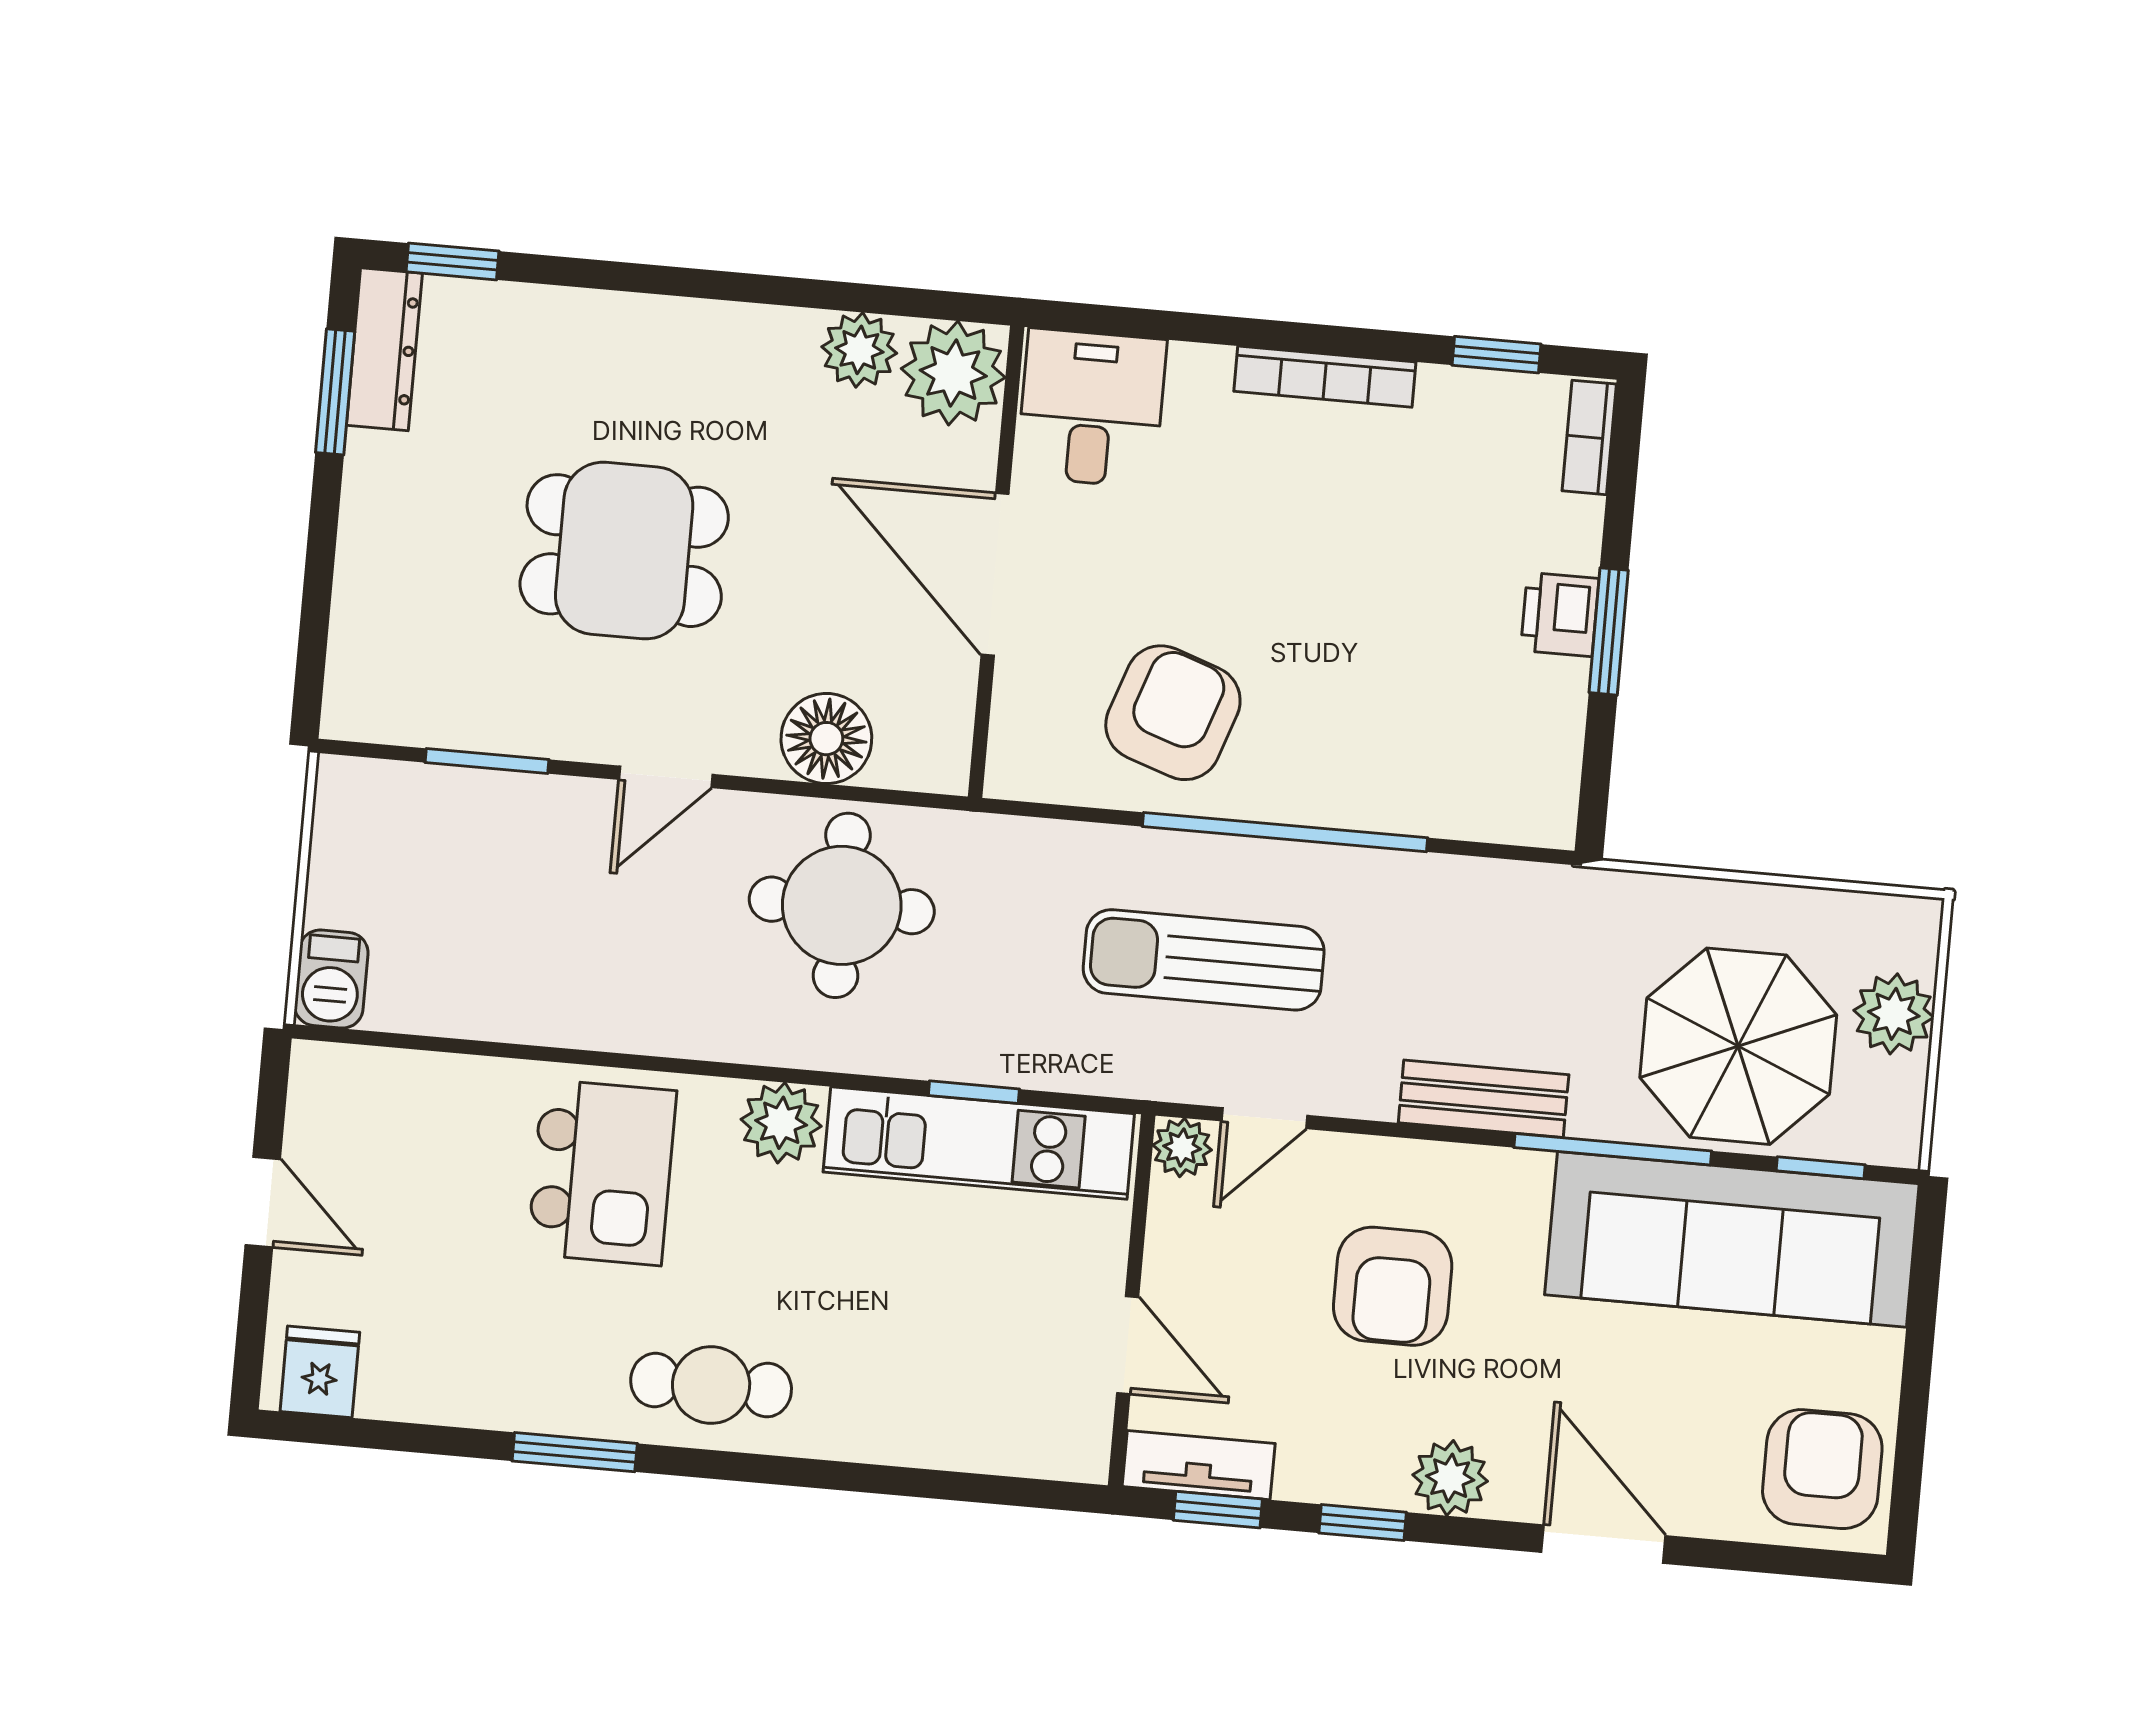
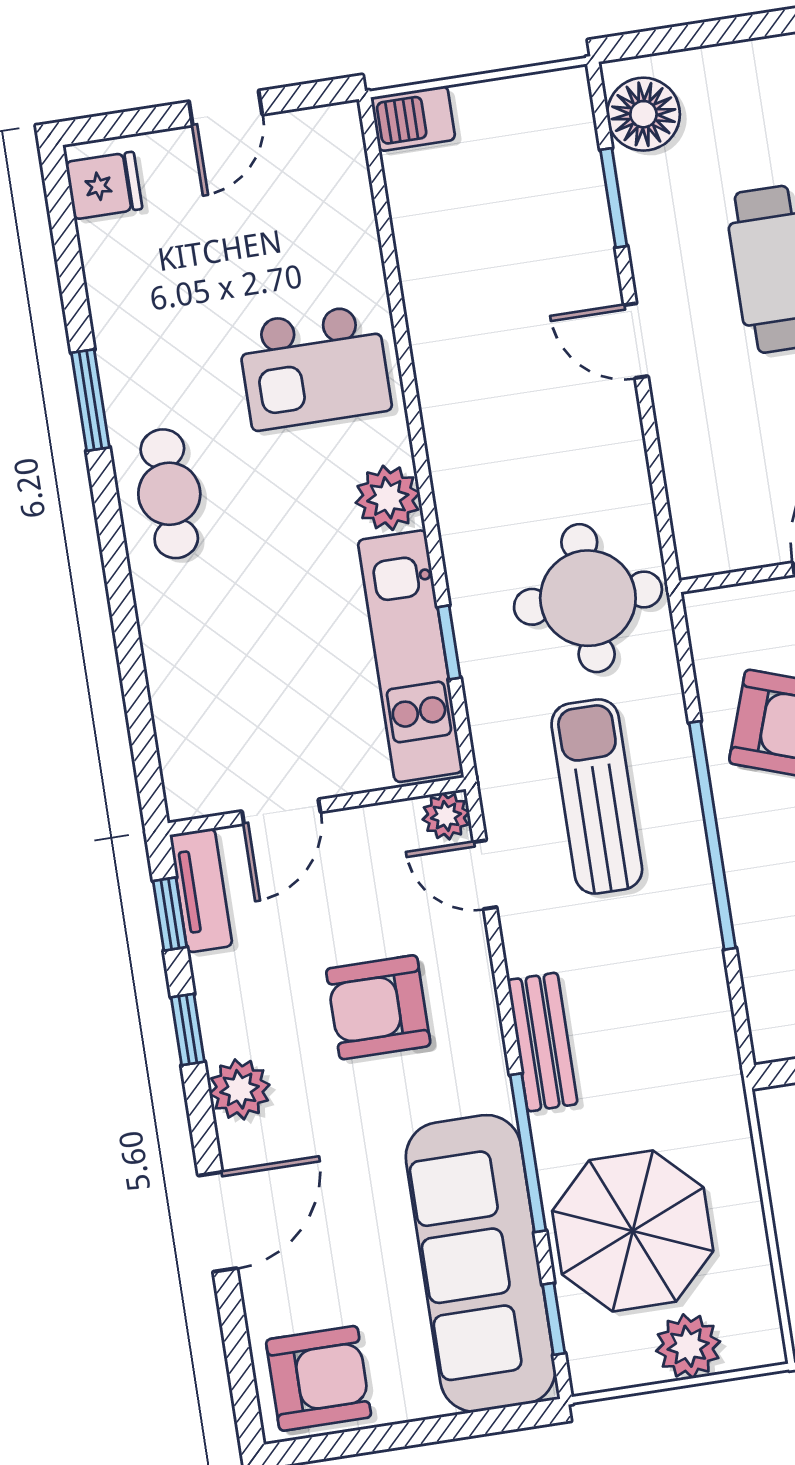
floor lamp: (826, 739) -> (643, 114), moved
round table: (842, 905) -> (588, 598), moved

